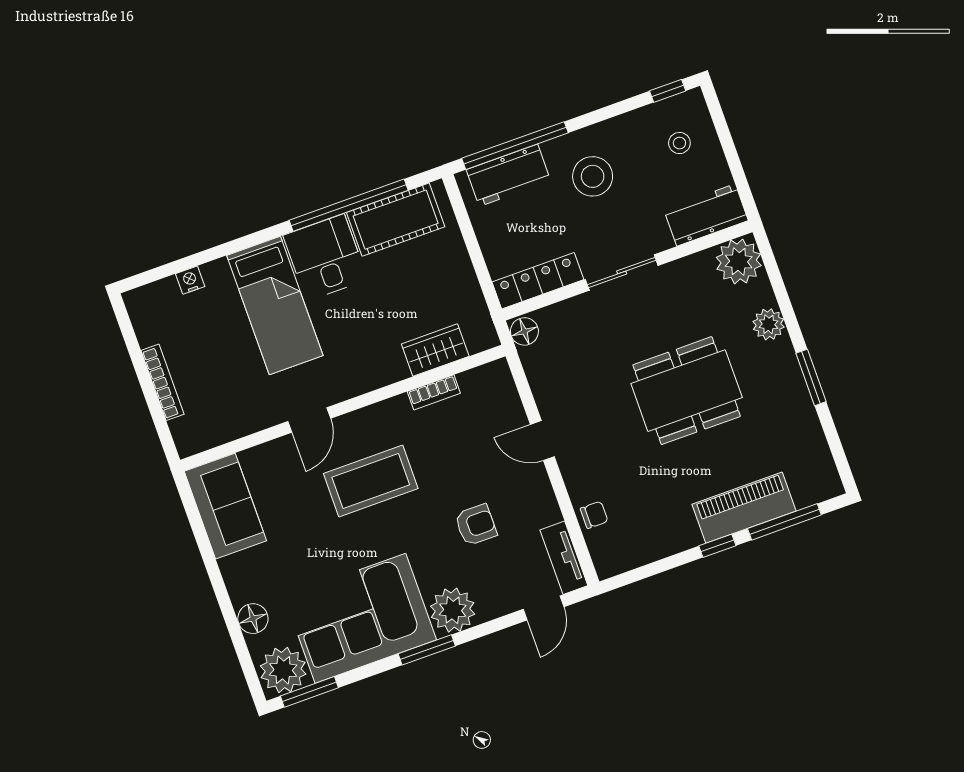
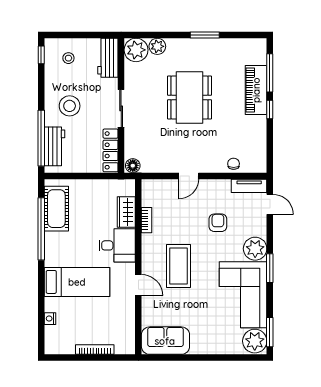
desk: (325, 257) -> (117, 245), moved, turned 180
plant: (769, 324) -> (157, 46), moved
floor lamp: (253, 619) -> (225, 347), removed

